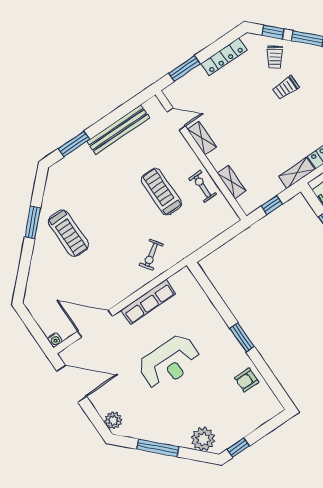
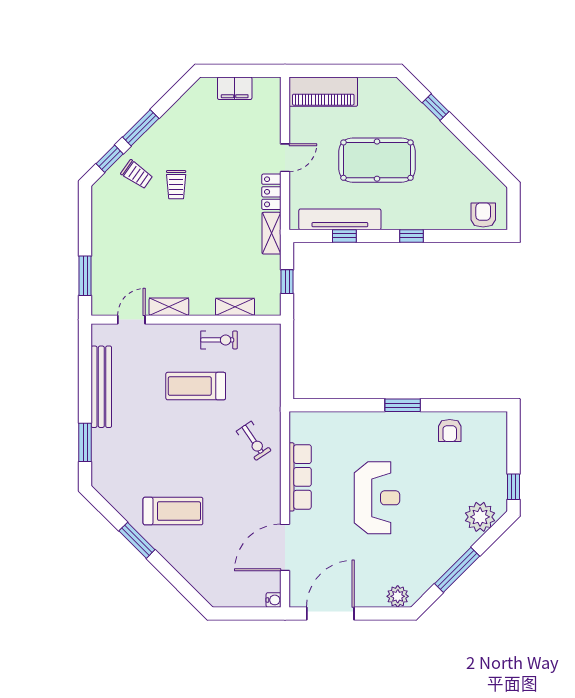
locker: (224, 57) -> (101, 227), removed
exercise bike: (202, 186) -> (219, 340), turned 180

